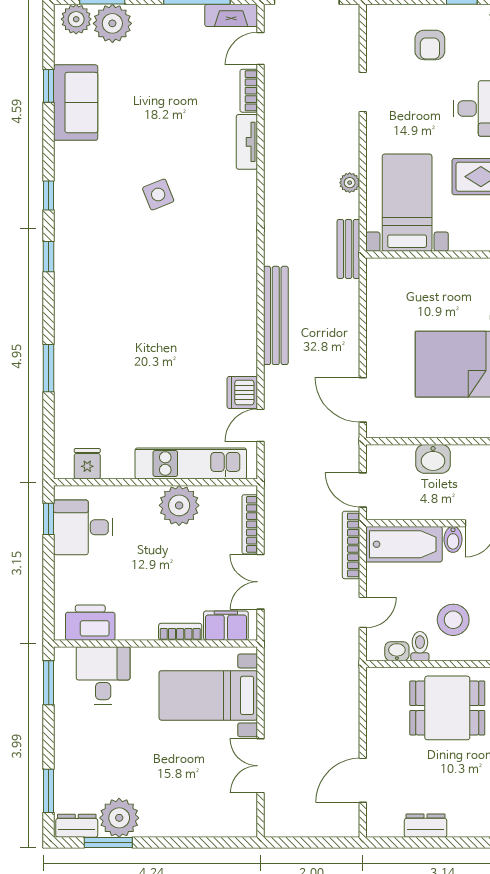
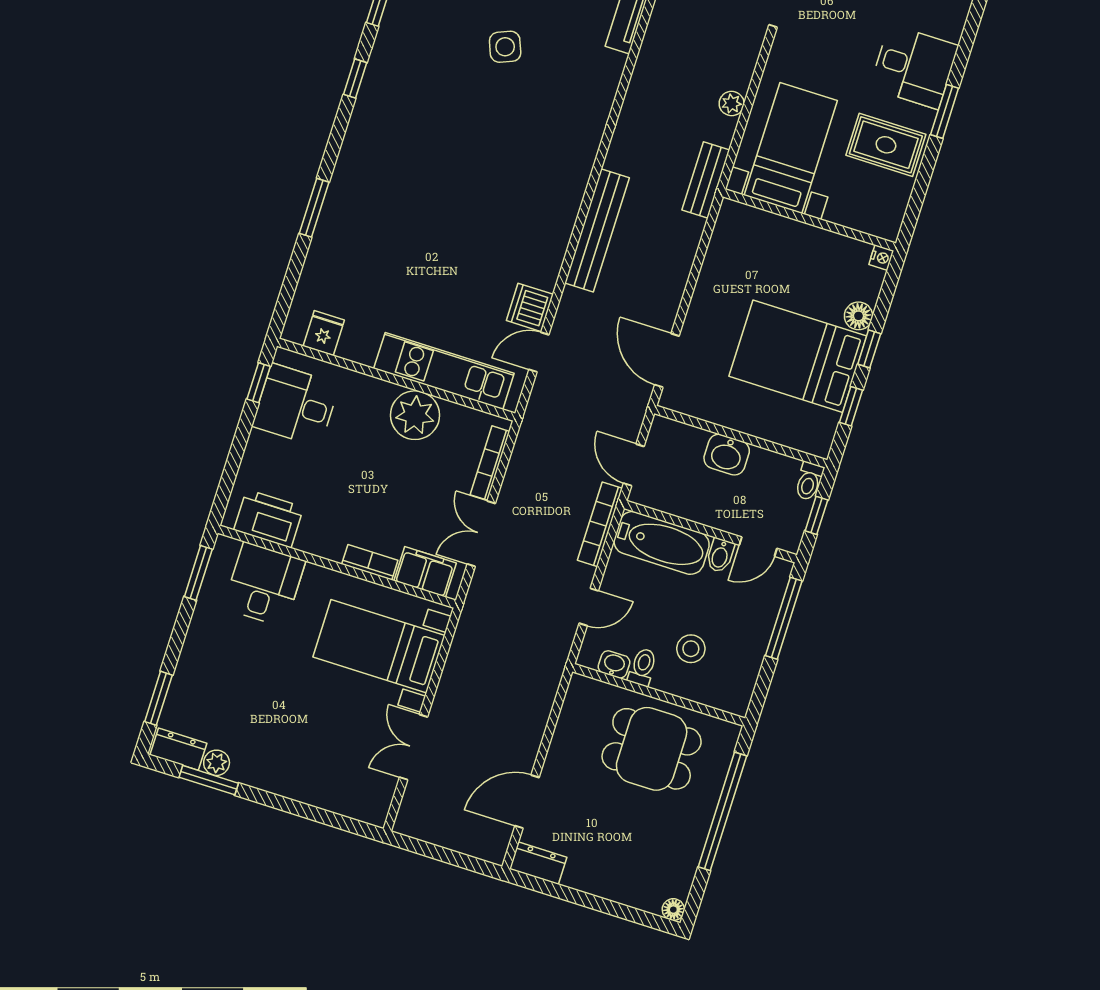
stool: (453, 620) -> (691, 649), width x0.73, depth x0.73
plant: (119, 818) -> (217, 763), width x0.53, depth x0.53
dresser: (426, 826) -> (538, 863), moved

